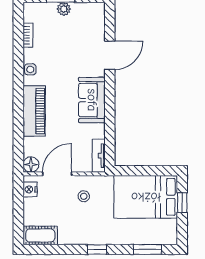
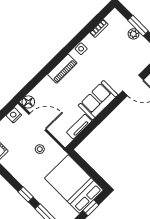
piano: (34, 111) -> (62, 69), width x0.73, depth x0.75
tv unit: (99, 156) -> (79, 127), moved
window: (97, 249) -> (26, 194), moved

